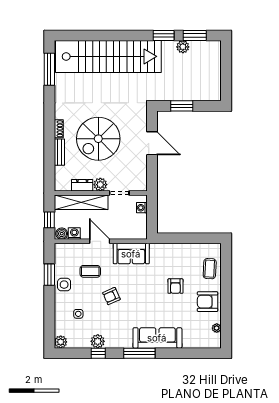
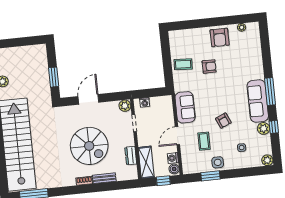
plant: (100, 185) -> (125, 106), moved
shelving: (81, 202) -> (146, 162), width x0.68
coffee table: (210, 269) -> (183, 64), moved
sofa: (157, 338) -> (258, 101), moved

